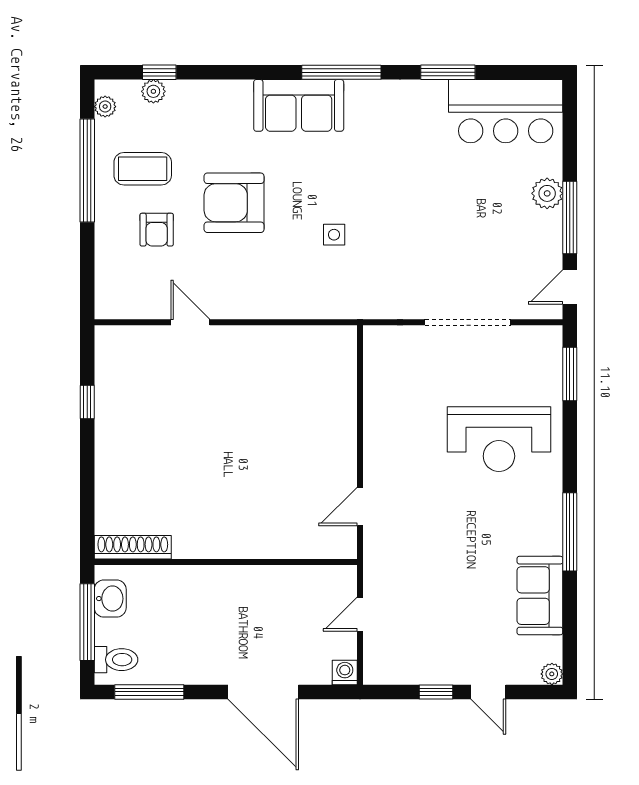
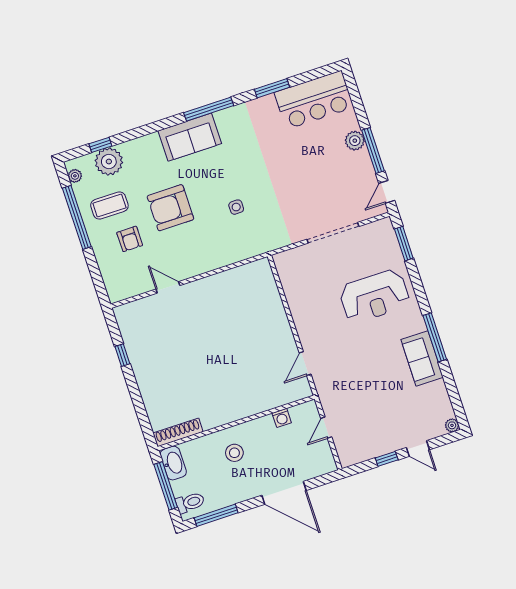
plant: (153, 91) -> (109, 162), width x1.87, depth x1.87
sofa: (540, 596) -> (422, 358), moved
washbasin: (110, 599) -> (173, 463), width x1.38
stool: (208, 606) -> (234, 453), added
washing machine: (345, 673) -> (282, 418), moved, turned 180

